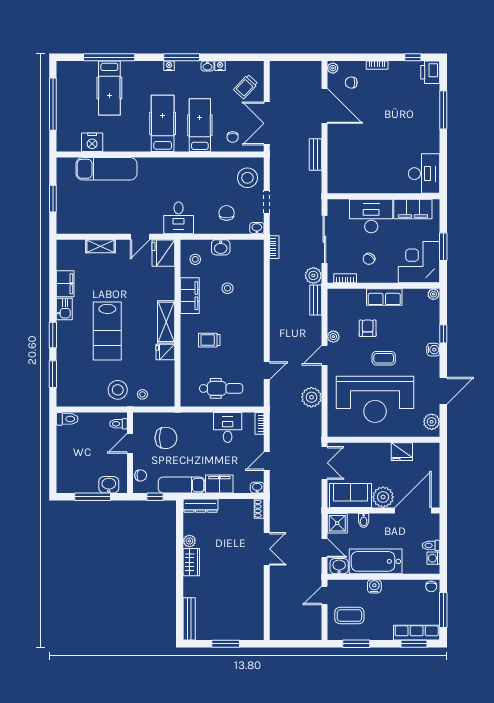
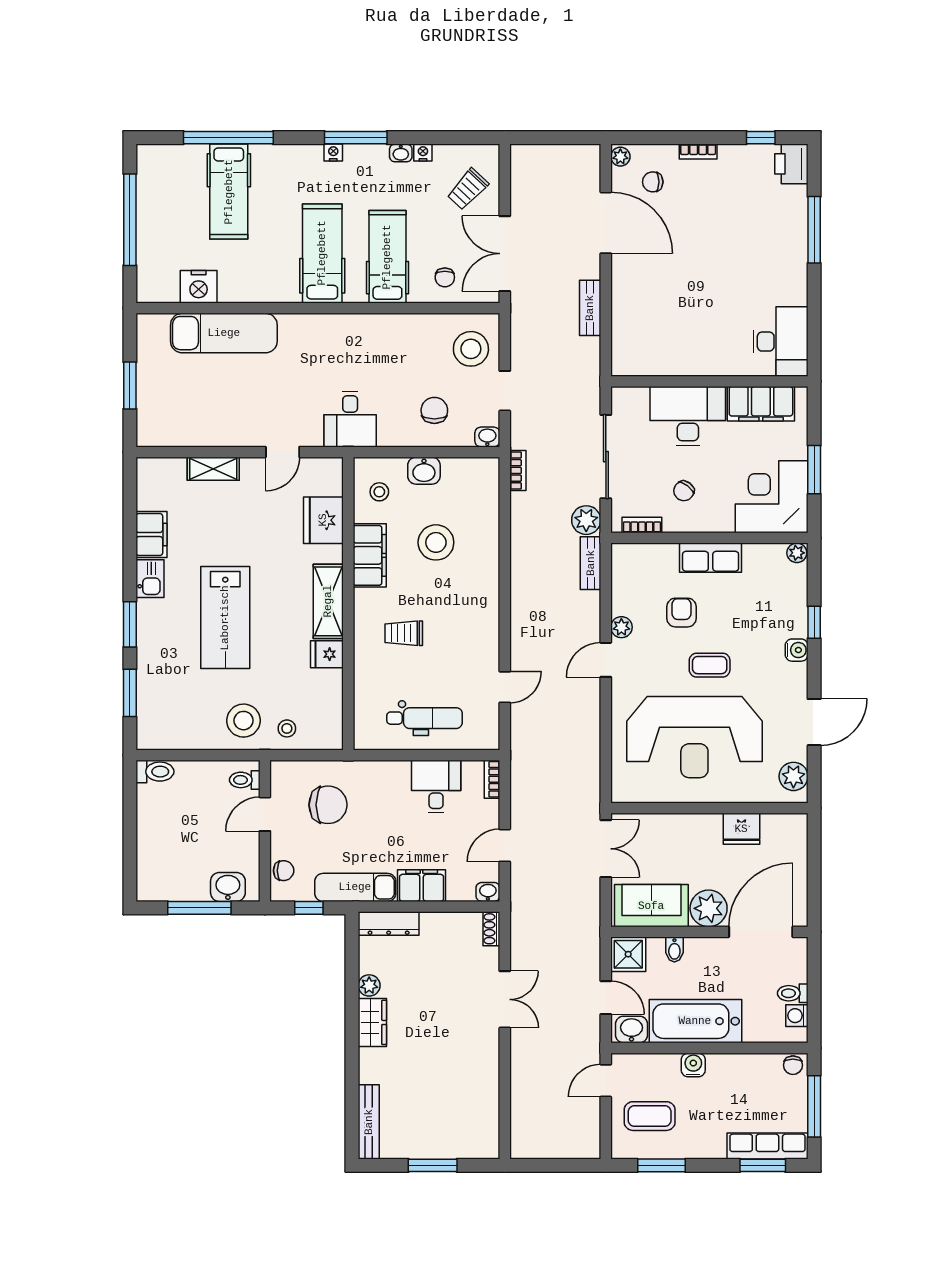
fridge: (163, 253) -> (323, 520), moved
stool: (228, 288) -> (436, 542), width x1.89, depth x1.89
plant: (311, 397) -> (583, 733), removed

